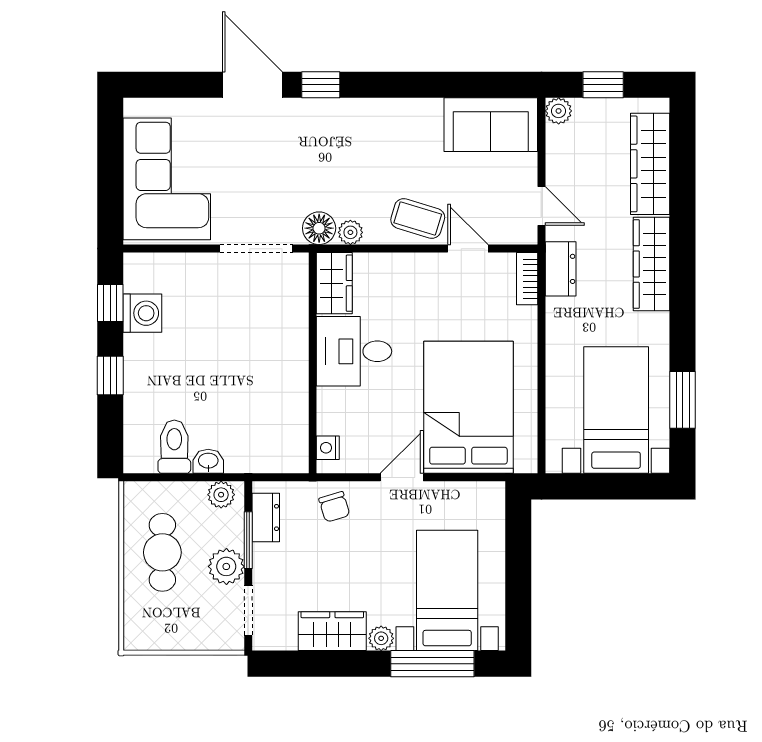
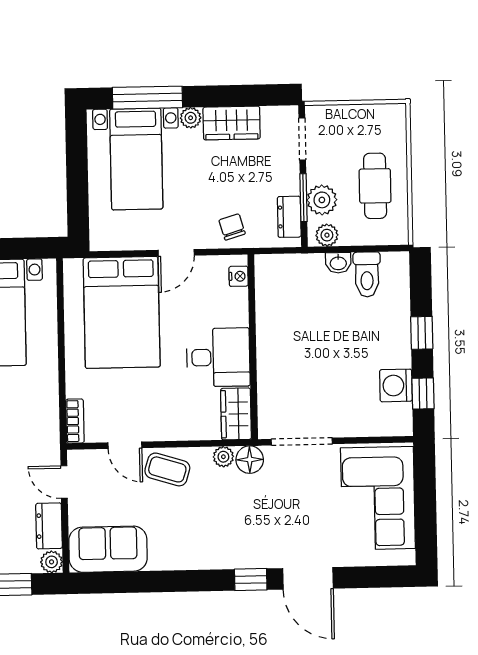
dresser: (561, 269) -> (49, 526), moved
plant: (226, 566) -> (322, 200), moved

